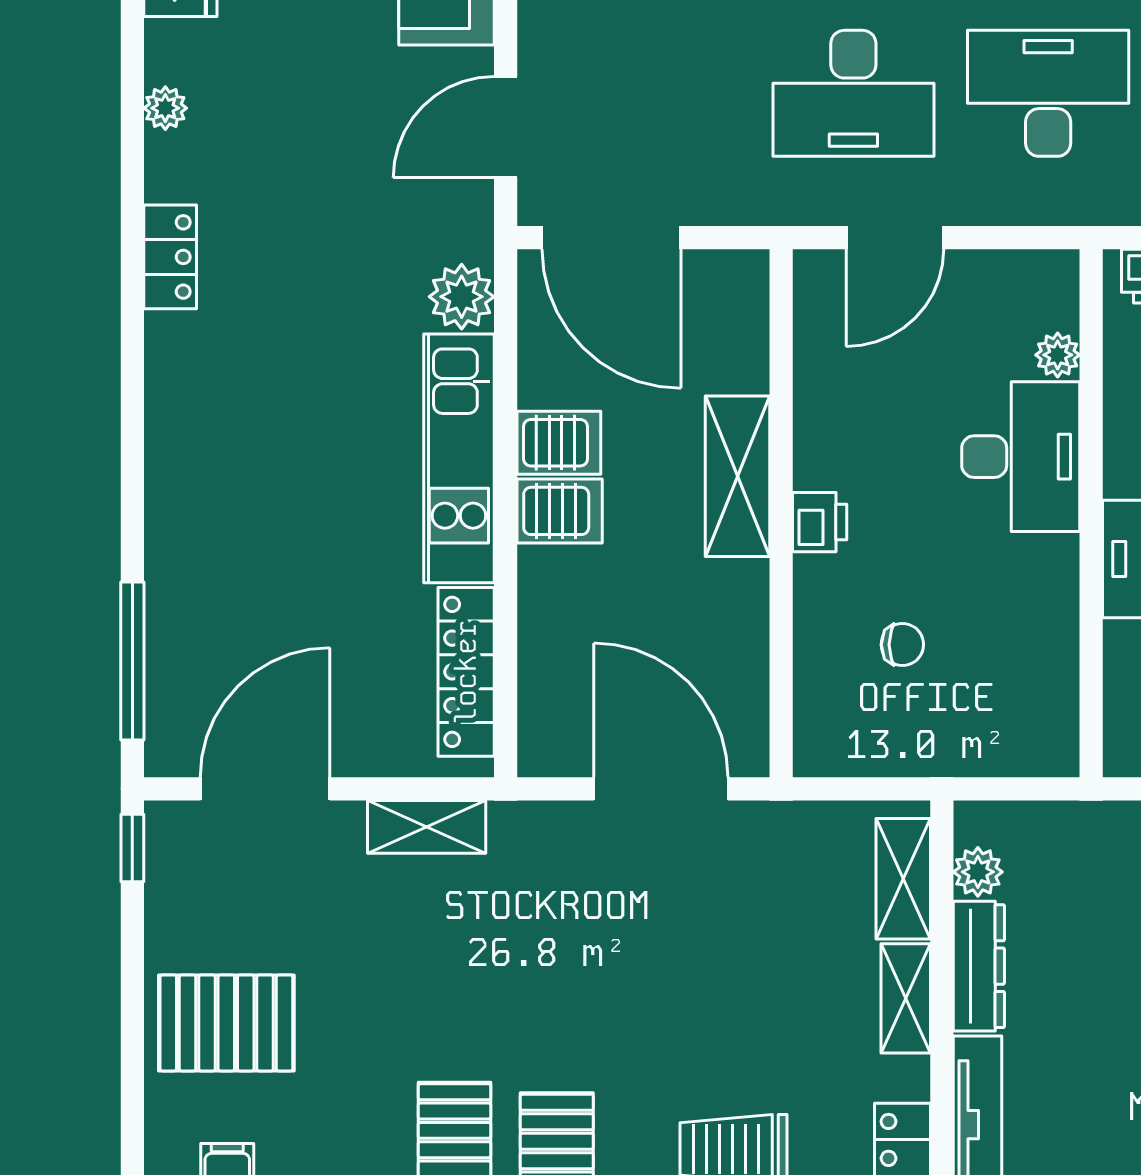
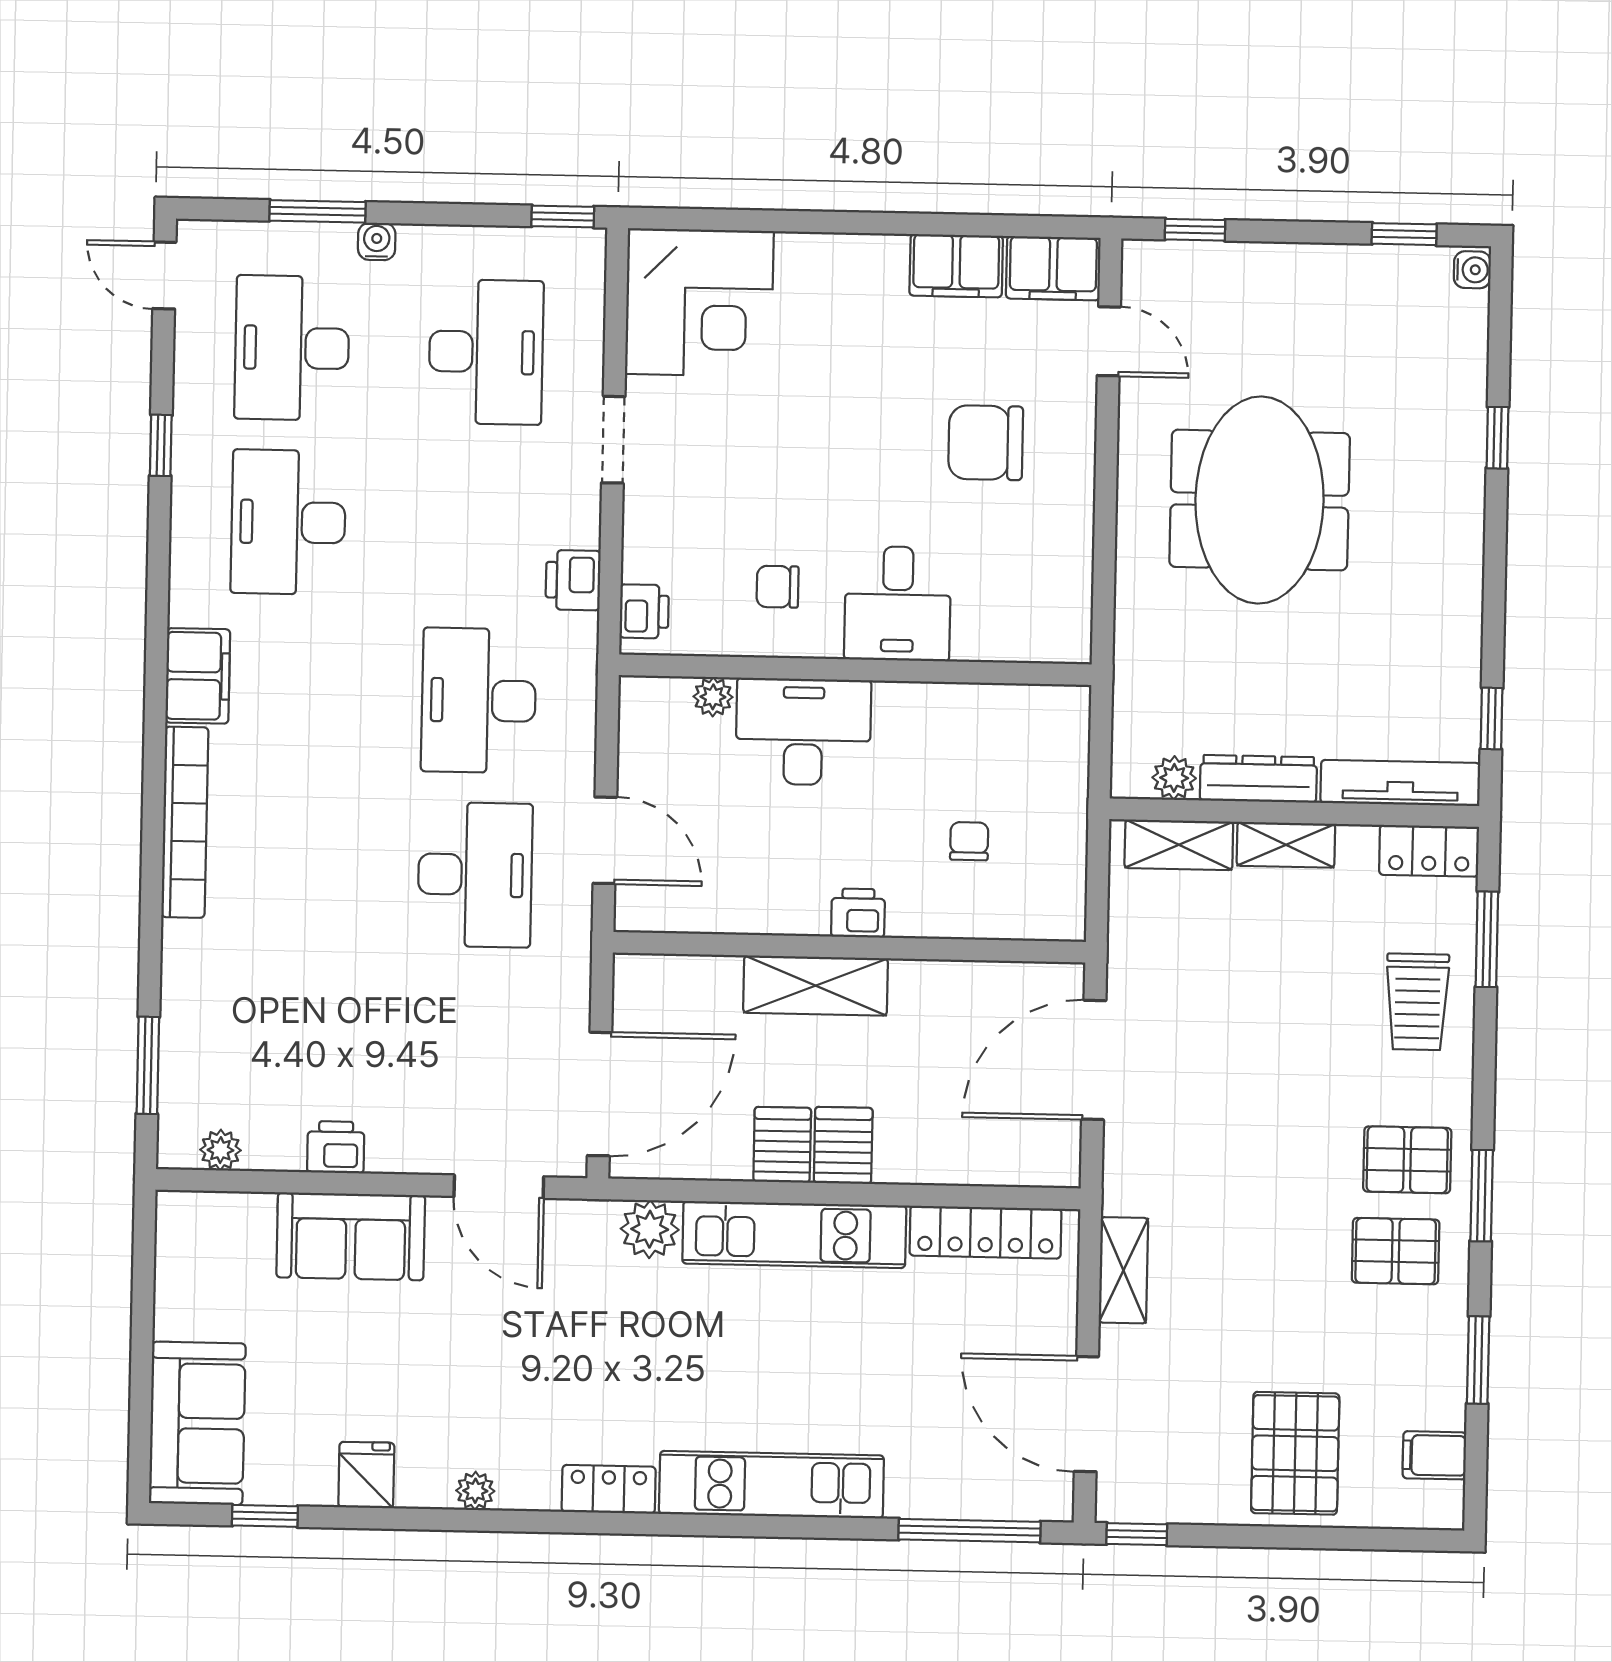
kitchen unit: (179, 439) -> (771, 1485), added

